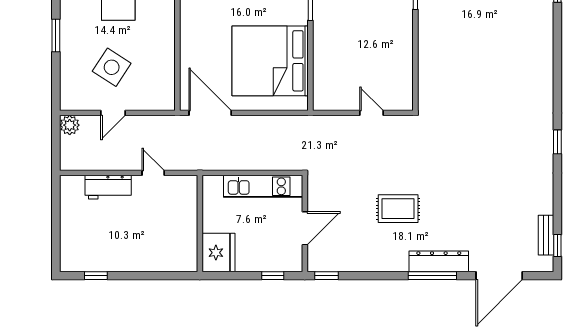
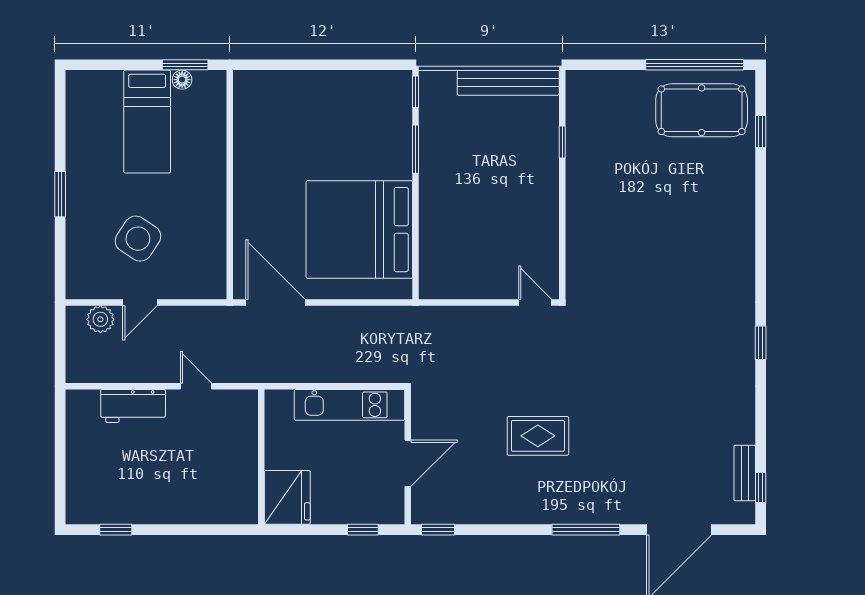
door: (372, 113) -> (535, 302), moved
plant: (70, 125) -> (100, 319), moved
dresser: (439, 261) -> (595, 510), removed

